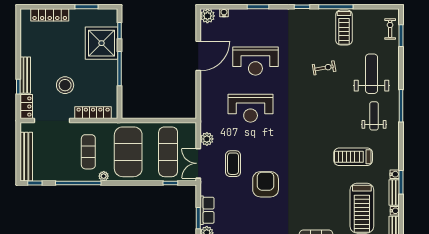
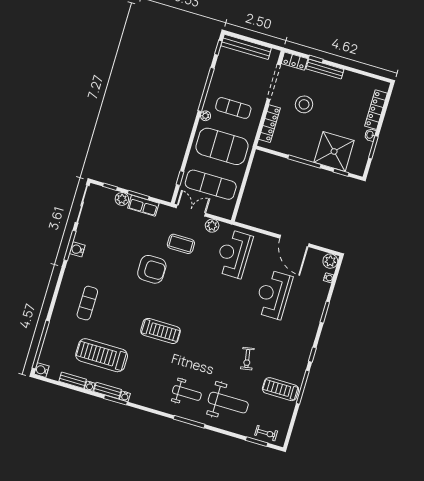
washbasin: (75, 13) -> (370, 135), added
reception desk: (251, 108) -> (234, 254), moved
treadmill: (353, 157) -> (160, 331), moved, turned 90

